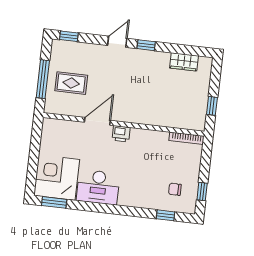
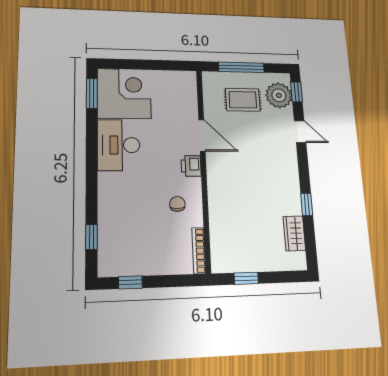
door: (117, 42) -> (300, 132), moved
window: (146, 45) -> (307, 204), moved
plant: (70, 52) -> (279, 95), added
rug: (71, 83) -> (243, 100), turned 90
chair: (175, 189) -> (177, 204), moved

